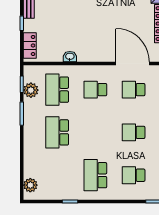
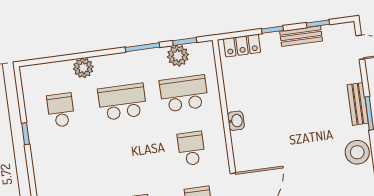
washbasin: (70, 57) -> (236, 121), moved
school desk: (95, 175) -> (61, 110), moved, width x0.54
plant: (30, 185) -> (83, 68), moved

